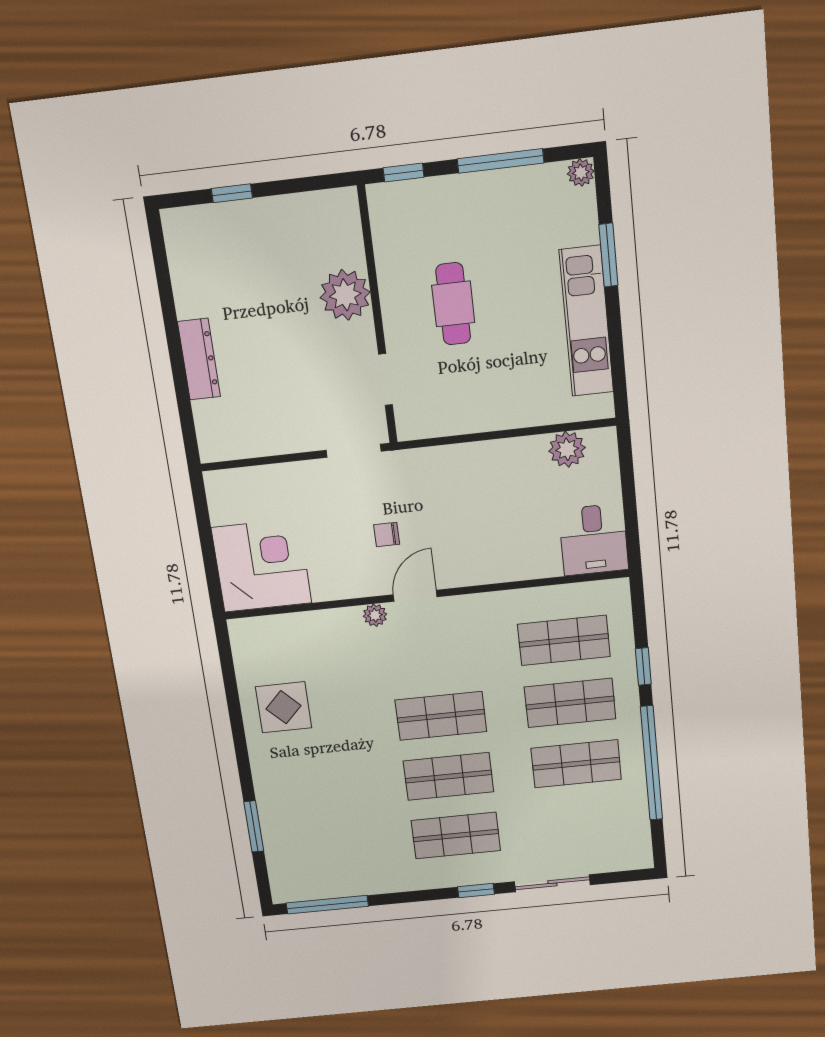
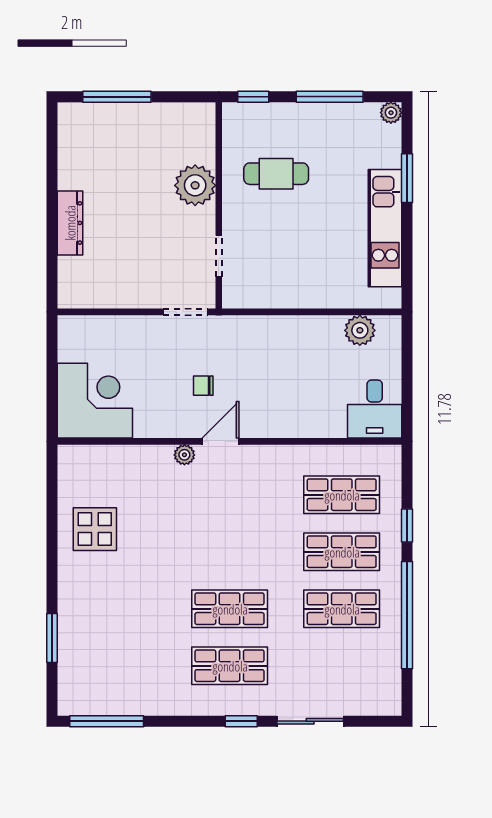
window: (232, 193) -> (117, 97), width x2.17
cafe table: (453, 304) -> (276, 174), moved, turned 90
shop shelf: (441, 716) -> (230, 552), removed

